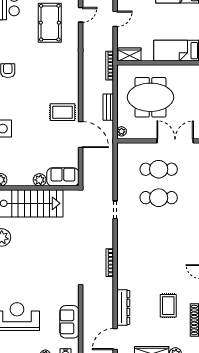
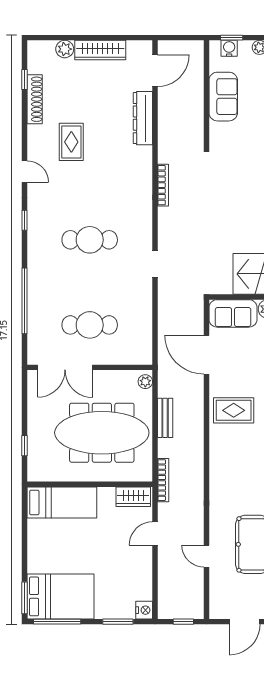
door: (81, 15) -> (206, 556), hinge flipped
door: (115, 19) -> (155, 534), moved
meeting table: (151, 97) -> (102, 433), width x1.36
door: (81, 134) -> (206, 355), moved
cafe table: (159, 198) -> (90, 240), moved
rug: (168, 306) -> (71, 142), moved

